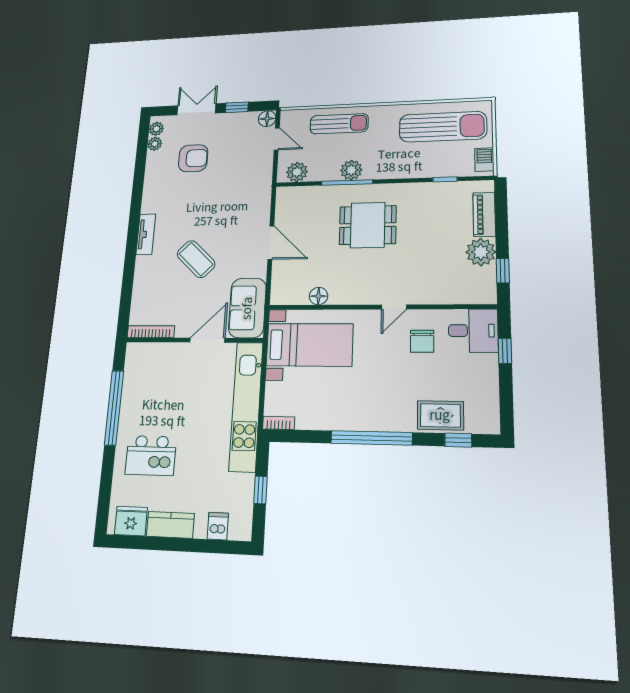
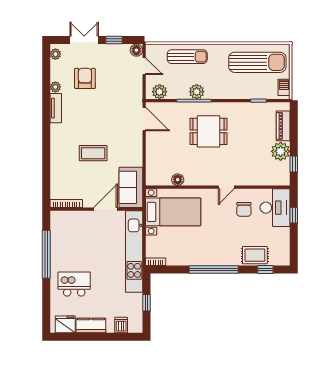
plant: (155, 144) -> (55, 87), moved
armchair: (193, 158) -> (85, 78), turned -90
tv unit: (146, 234) -> (56, 108), moved
door: (271, 242) -> (144, 119), moved
coffee table: (196, 259) -> (93, 153), turned -44
desk: (473, 331) -> (275, 208), width x1.37
kitchen island: (151, 455) -> (74, 284), turned 180

